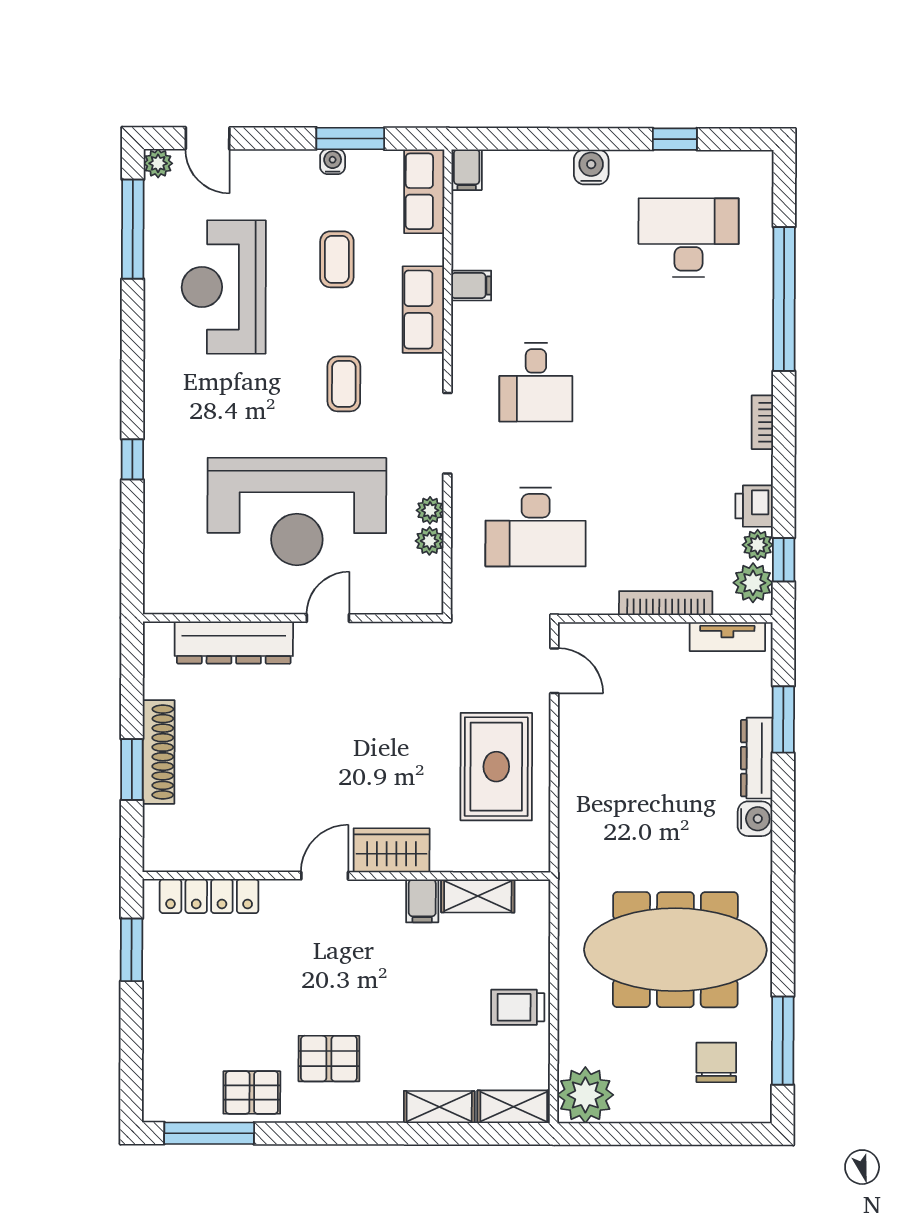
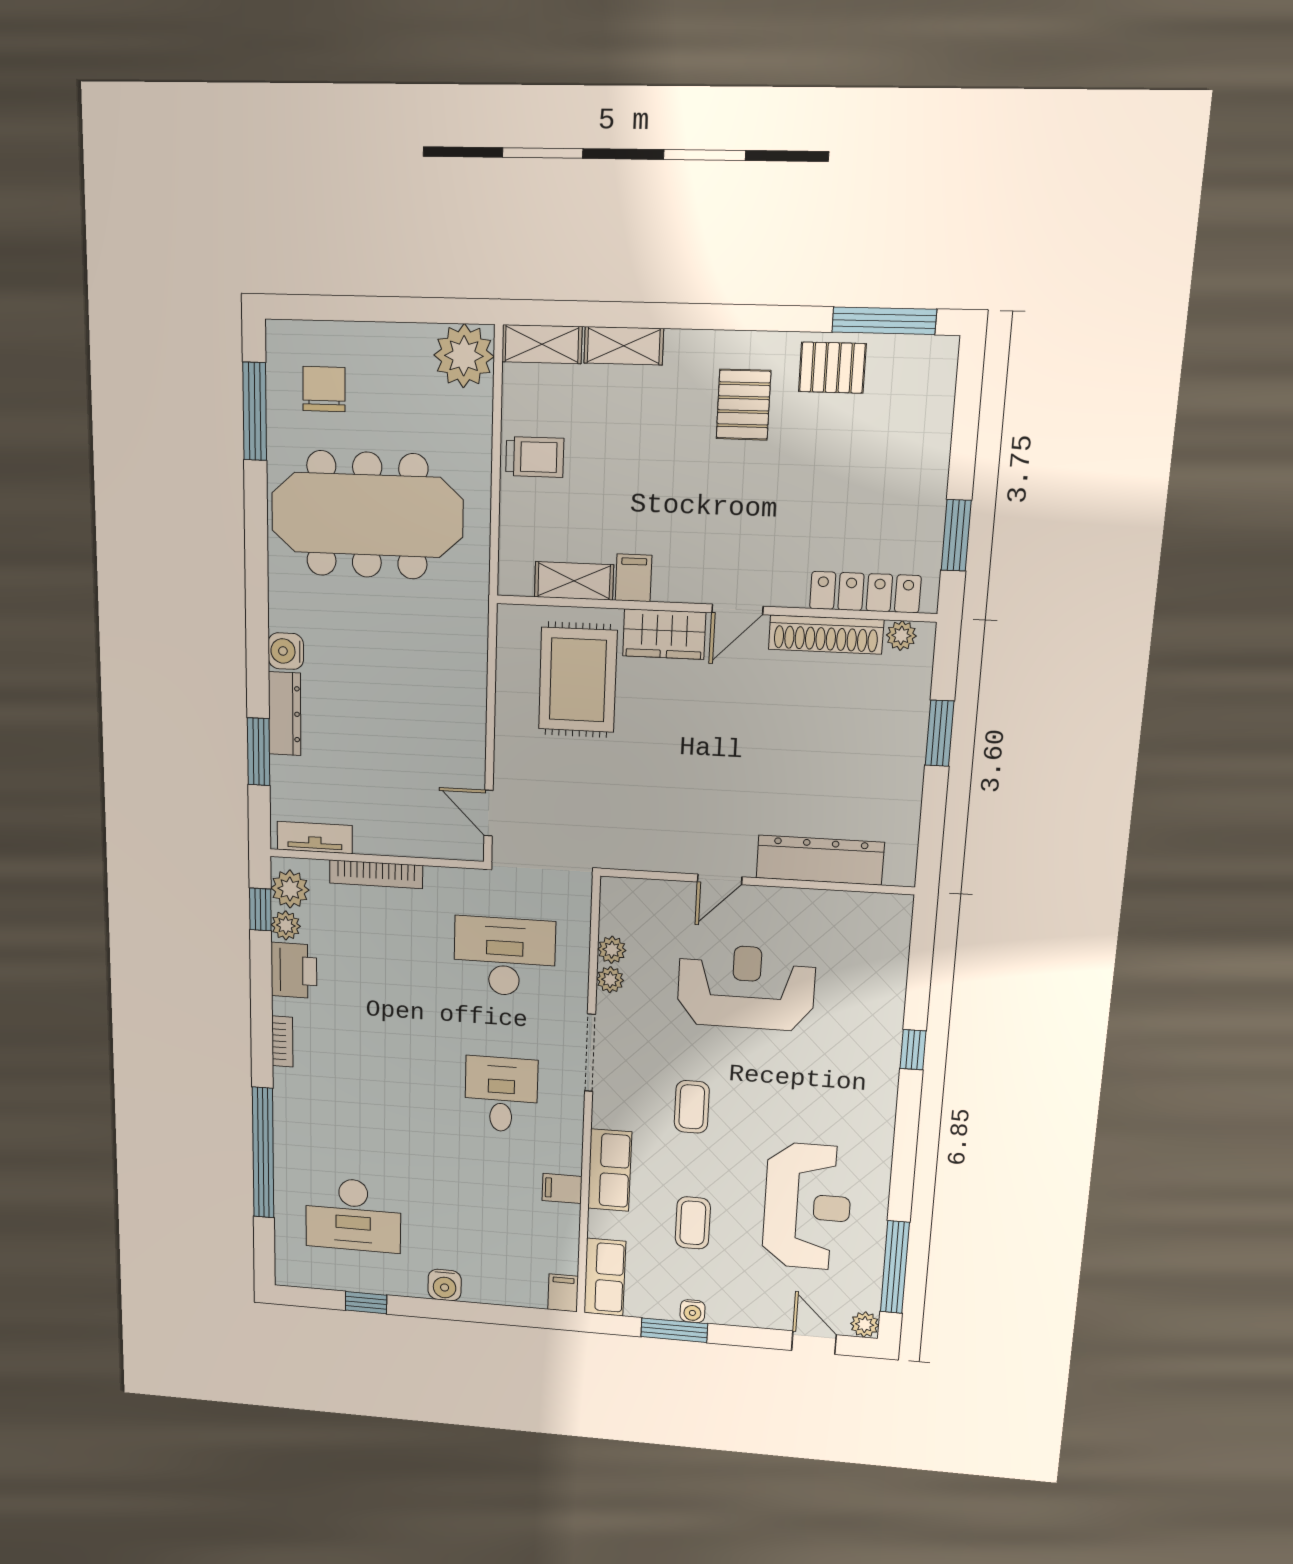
printer: (754, 506) -> (294, 970), width x1.36, depth x1.24
reception desk: (297, 512) -> (746, 987), width x0.74, depth x0.77
shoe rack: (159, 752) -> (826, 635), moved, turned -90
rug: (496, 767) -> (578, 680), moved
plant: (174, 858) -> (901, 636), added
pallet: (329, 1059) -> (743, 405), turned 90
chair: (716, 1062) -> (324, 389), turned 180

